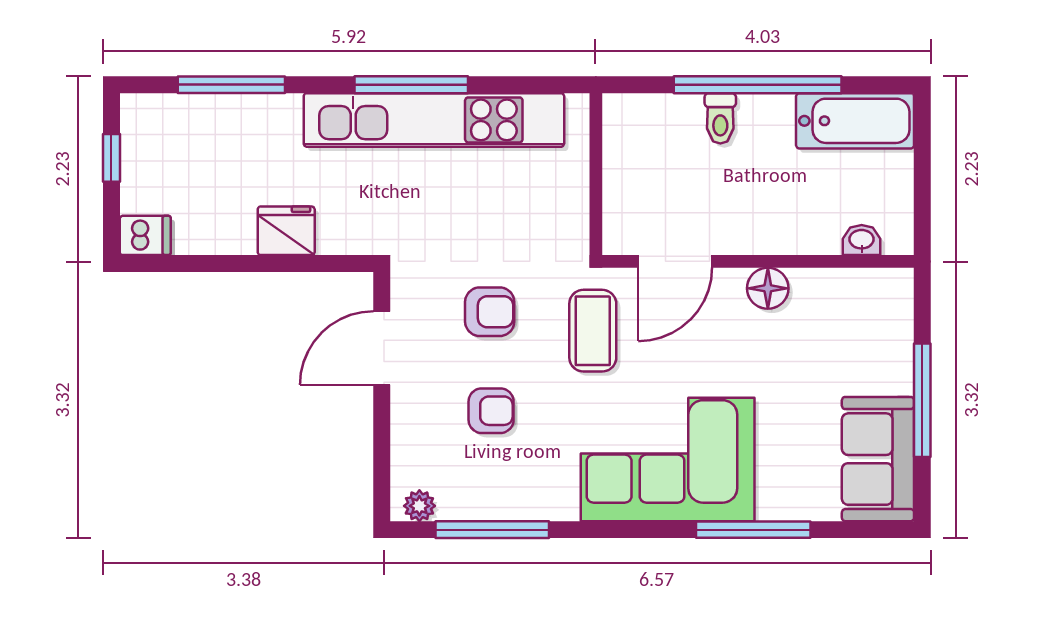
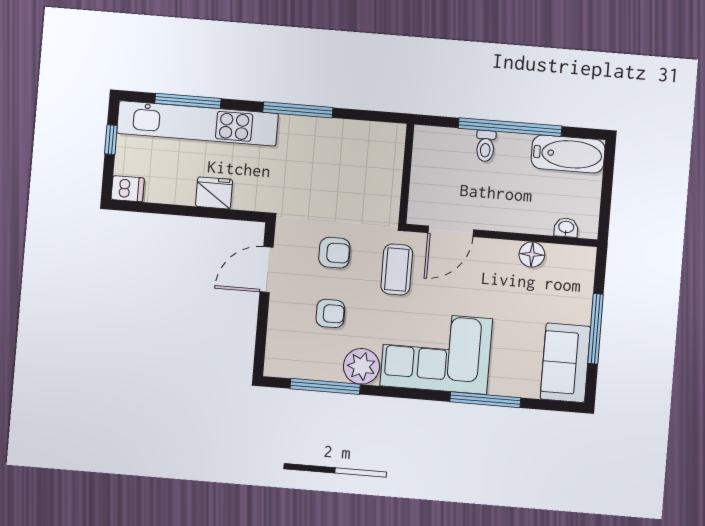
kitchen unit: (434, 120) -> (197, 123), moved
floor lamp: (768, 288) -> (532, 254), moved
plant: (419, 506) -> (361, 366), moved, width x1.88, depth x1.88

